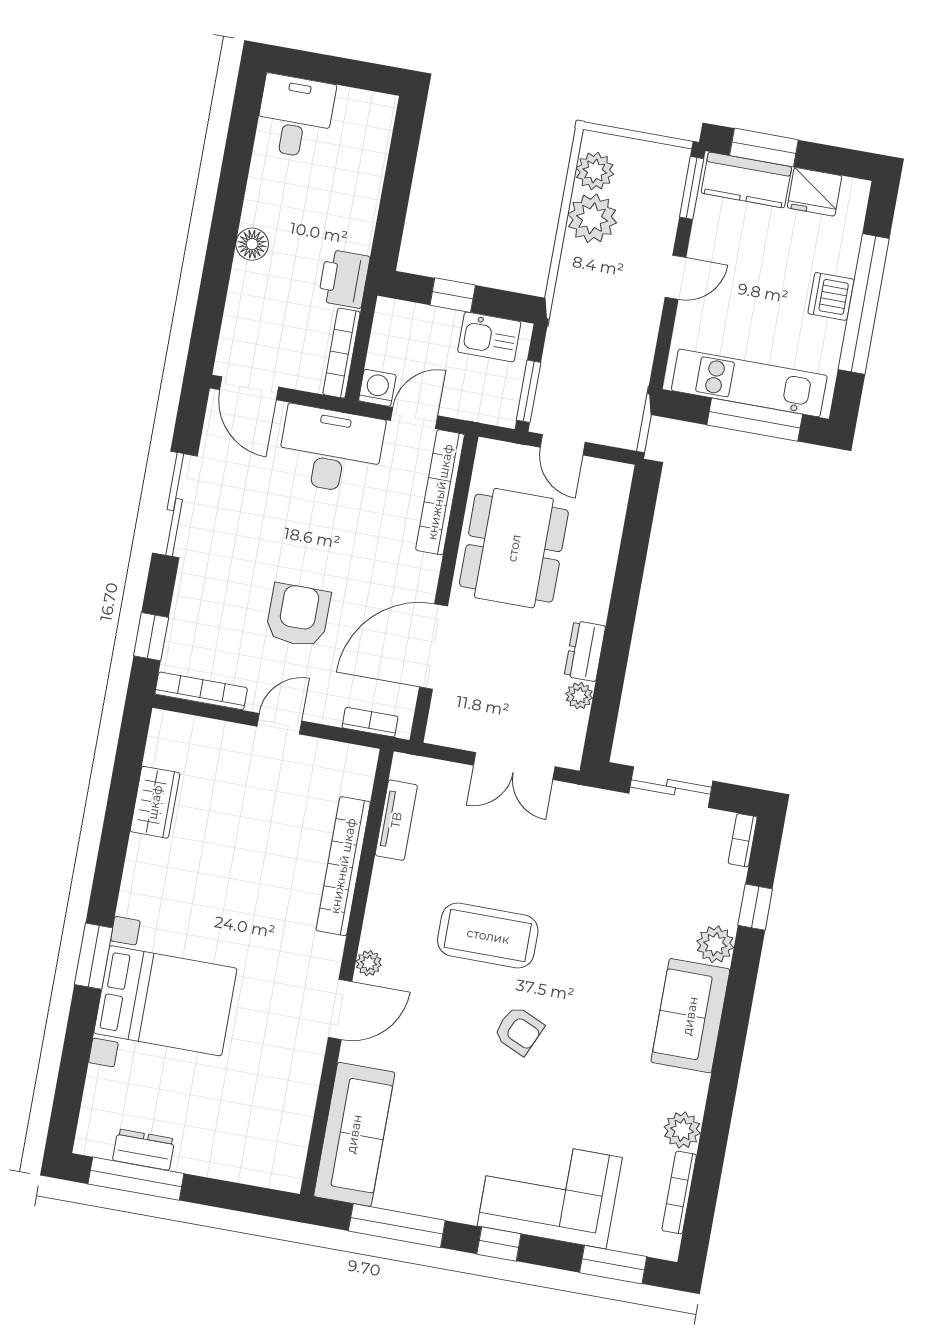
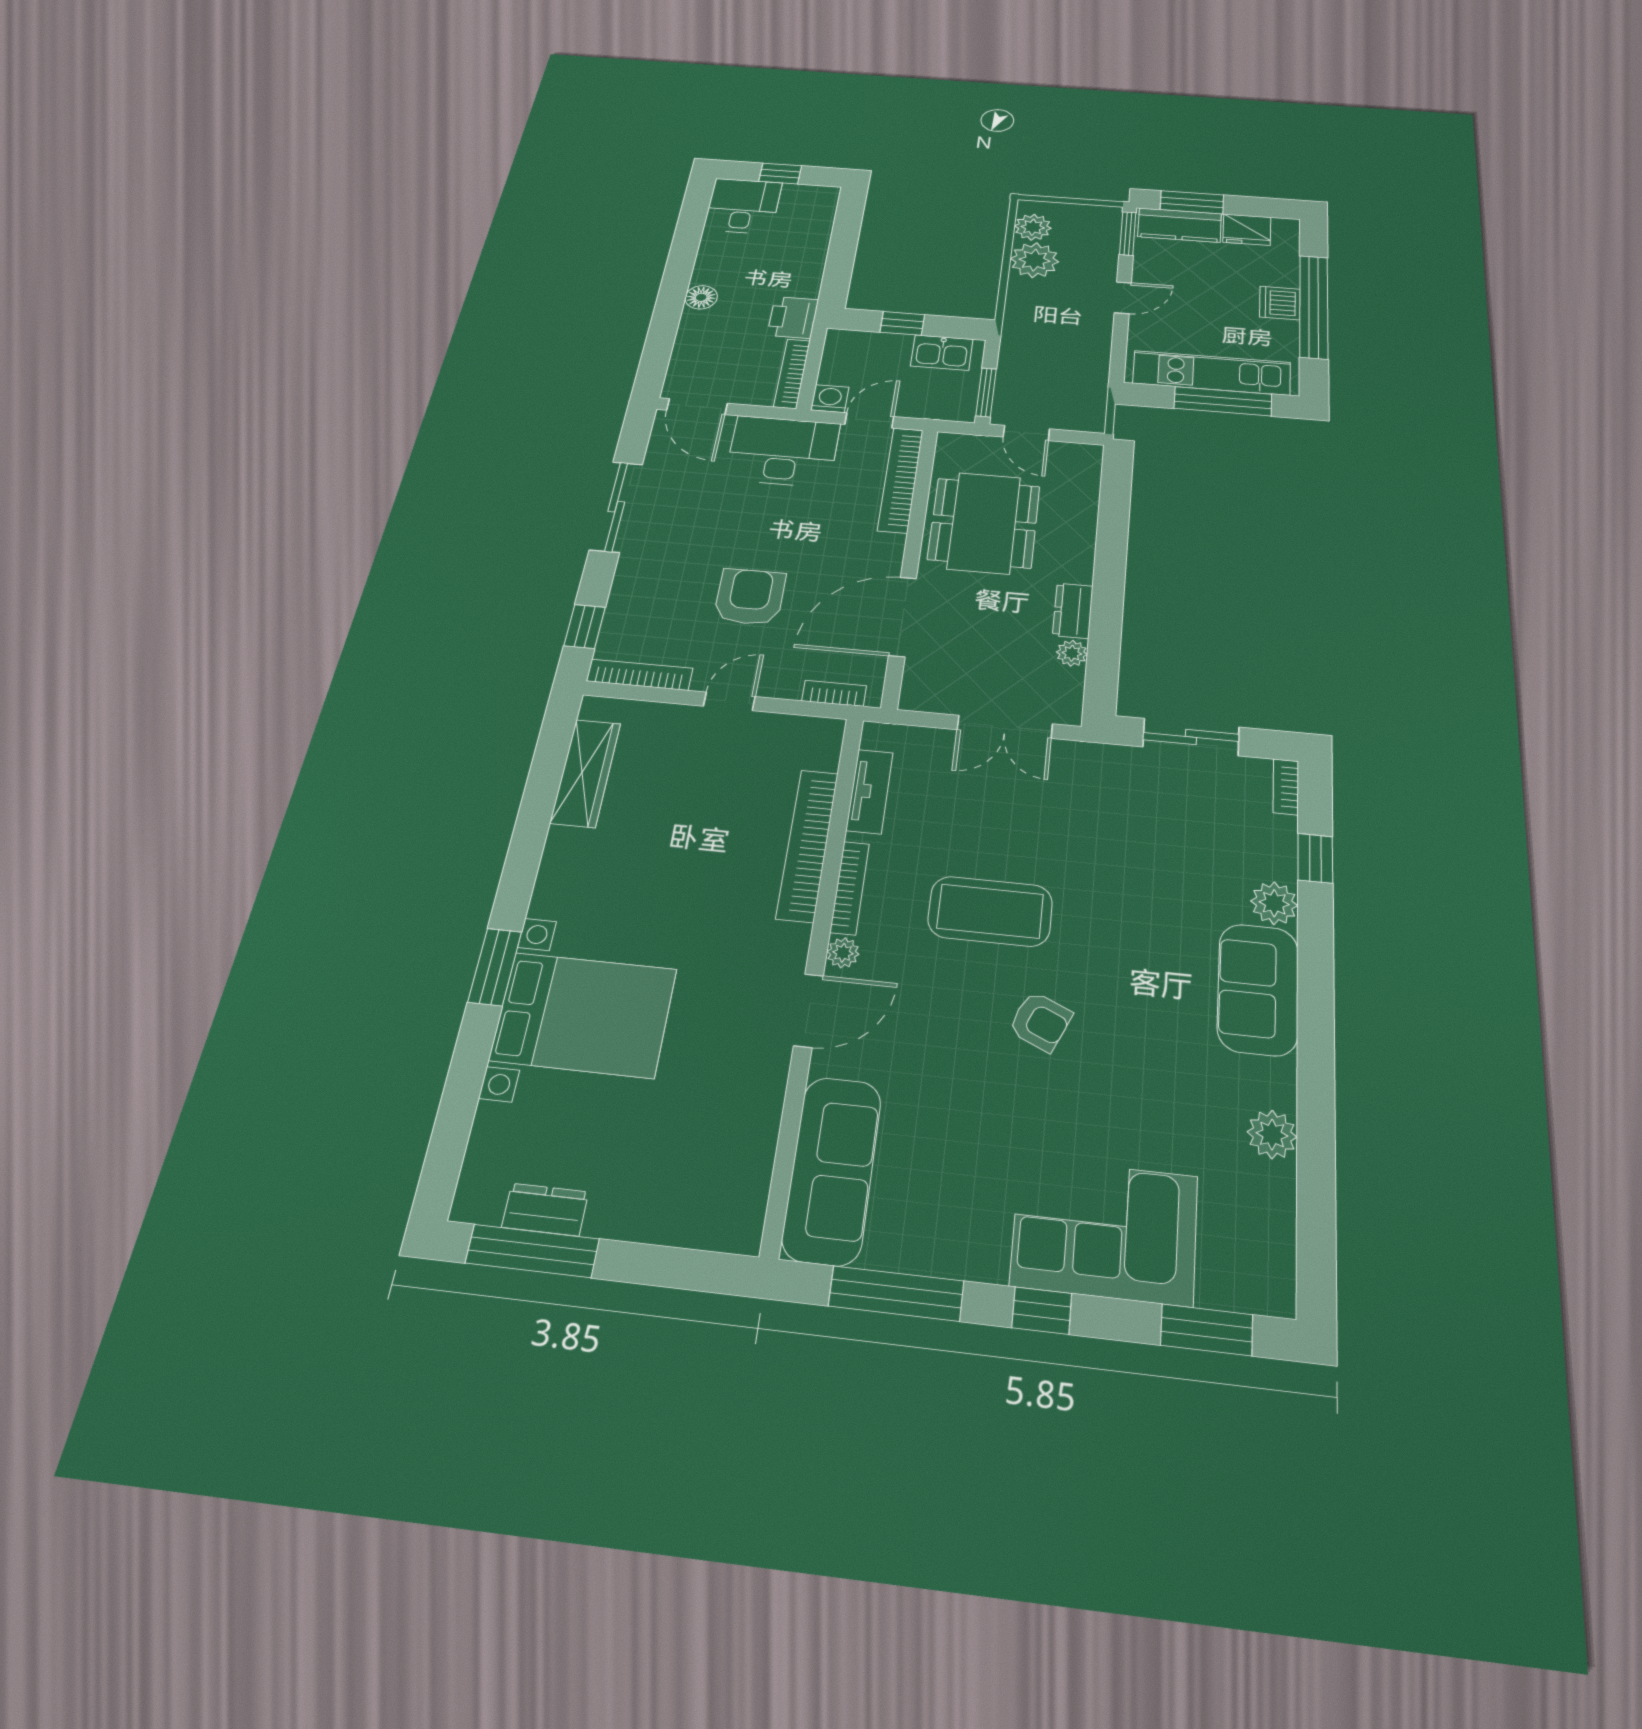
window: (335, 70) -> (780, 174), added
wardrobe: (155, 802) -> (585, 773), width x1.50
bookcase: (679, 1192) -> (850, 888), moved, turned 180

